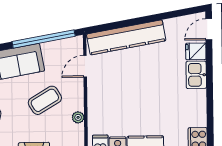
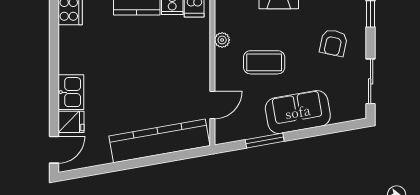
window: (44, 39) -> (265, 141), width x0.47
coffee table: (45, 100) -> (264, 62), turned 31

